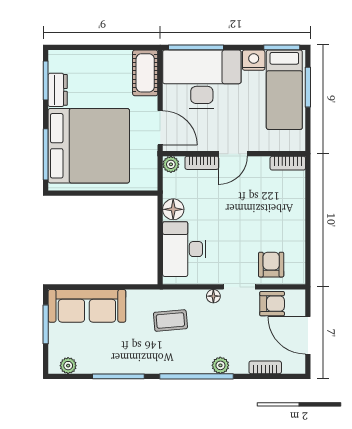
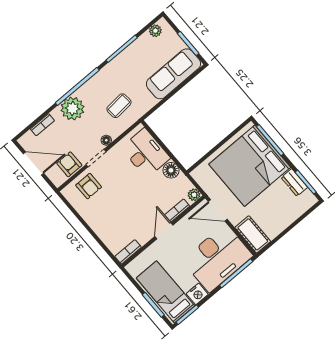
armchair: (272, 304) -> (69, 164), turned 90
plant: (220, 365) -> (72, 109), width x1.88, depth x1.88

